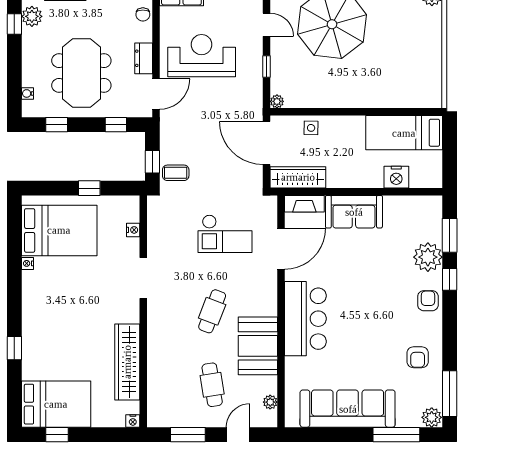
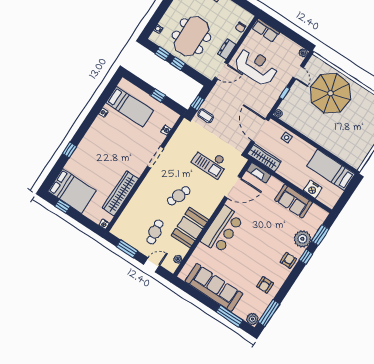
window: (116, 125) -> (178, 64), moved
sofa: (354, 212) -> (293, 201), moved
bed: (59, 230) -> (130, 107), width x0.67

